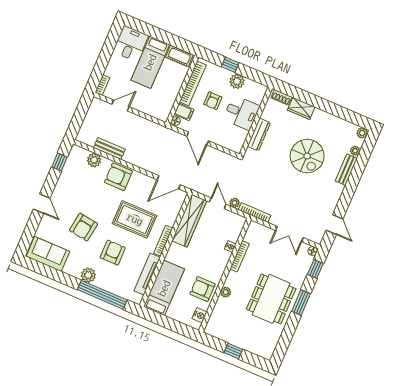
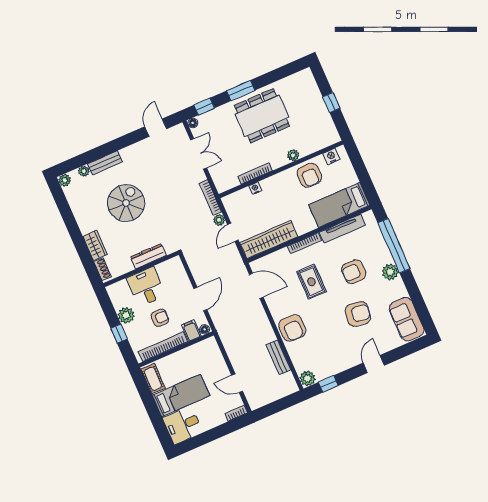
plant: (94, 160) -> (307, 378), moved
rug: (135, 219) -> (311, 282), width x0.73, depth x0.70

